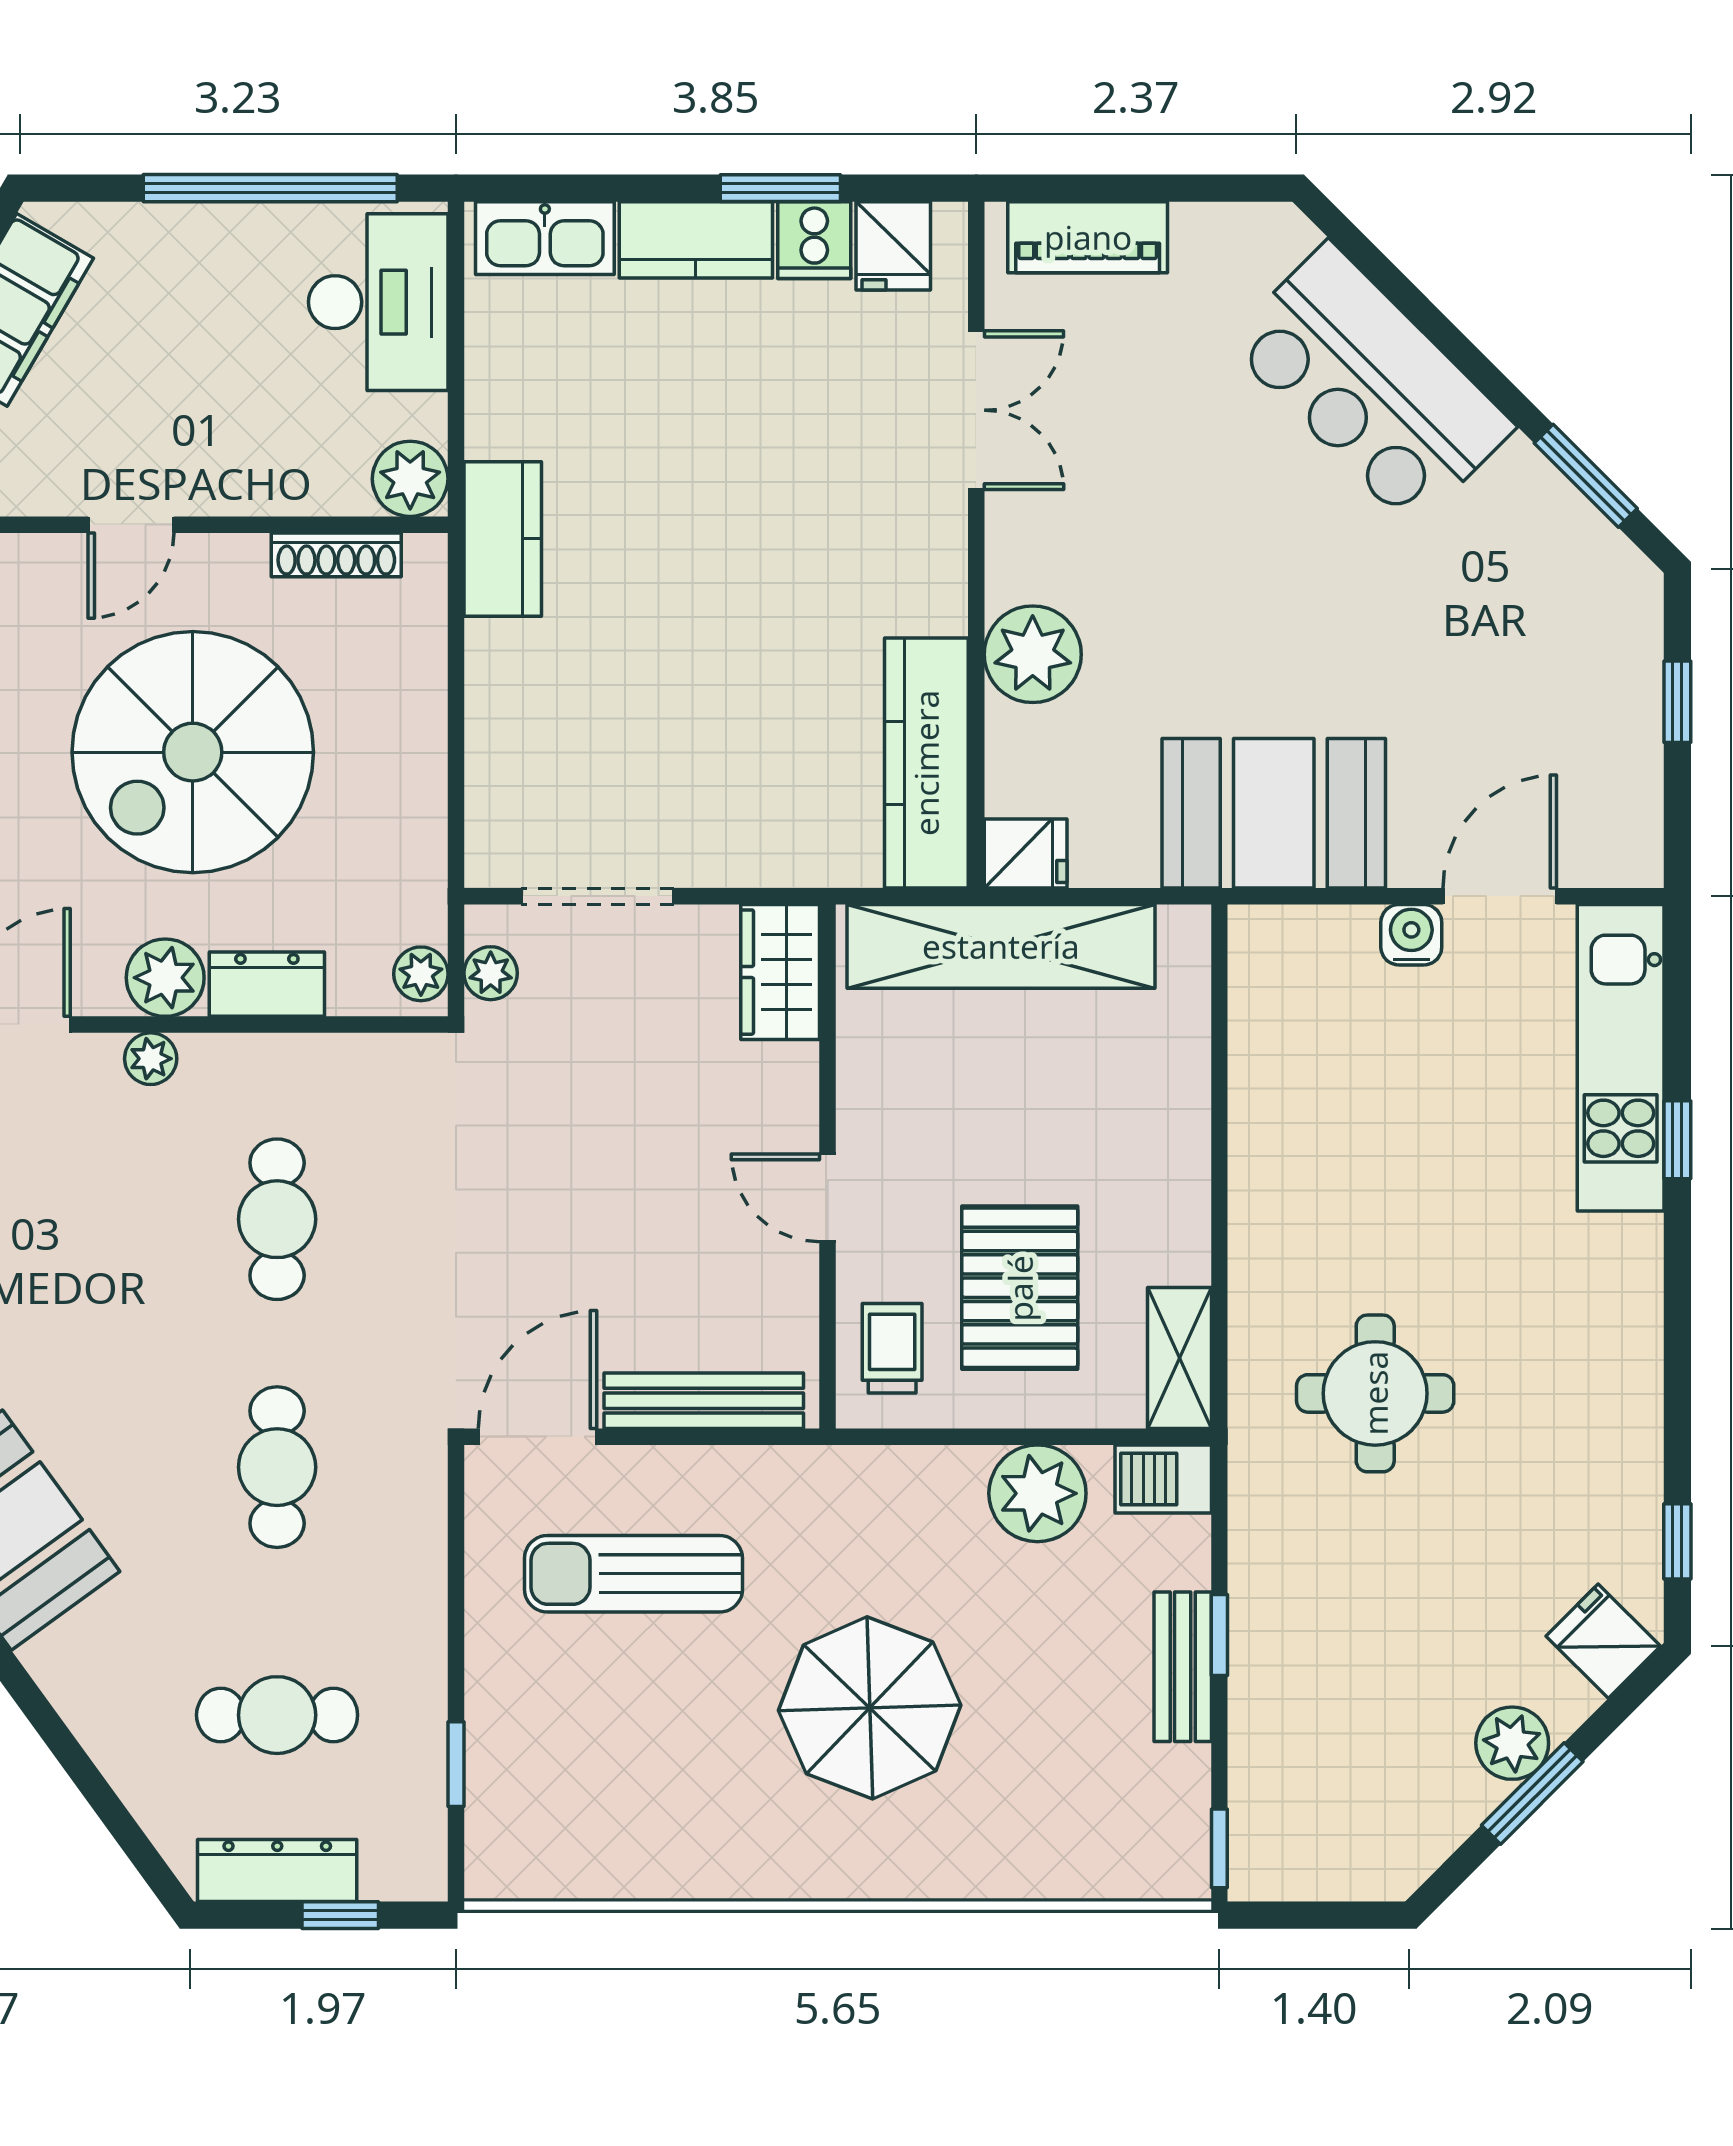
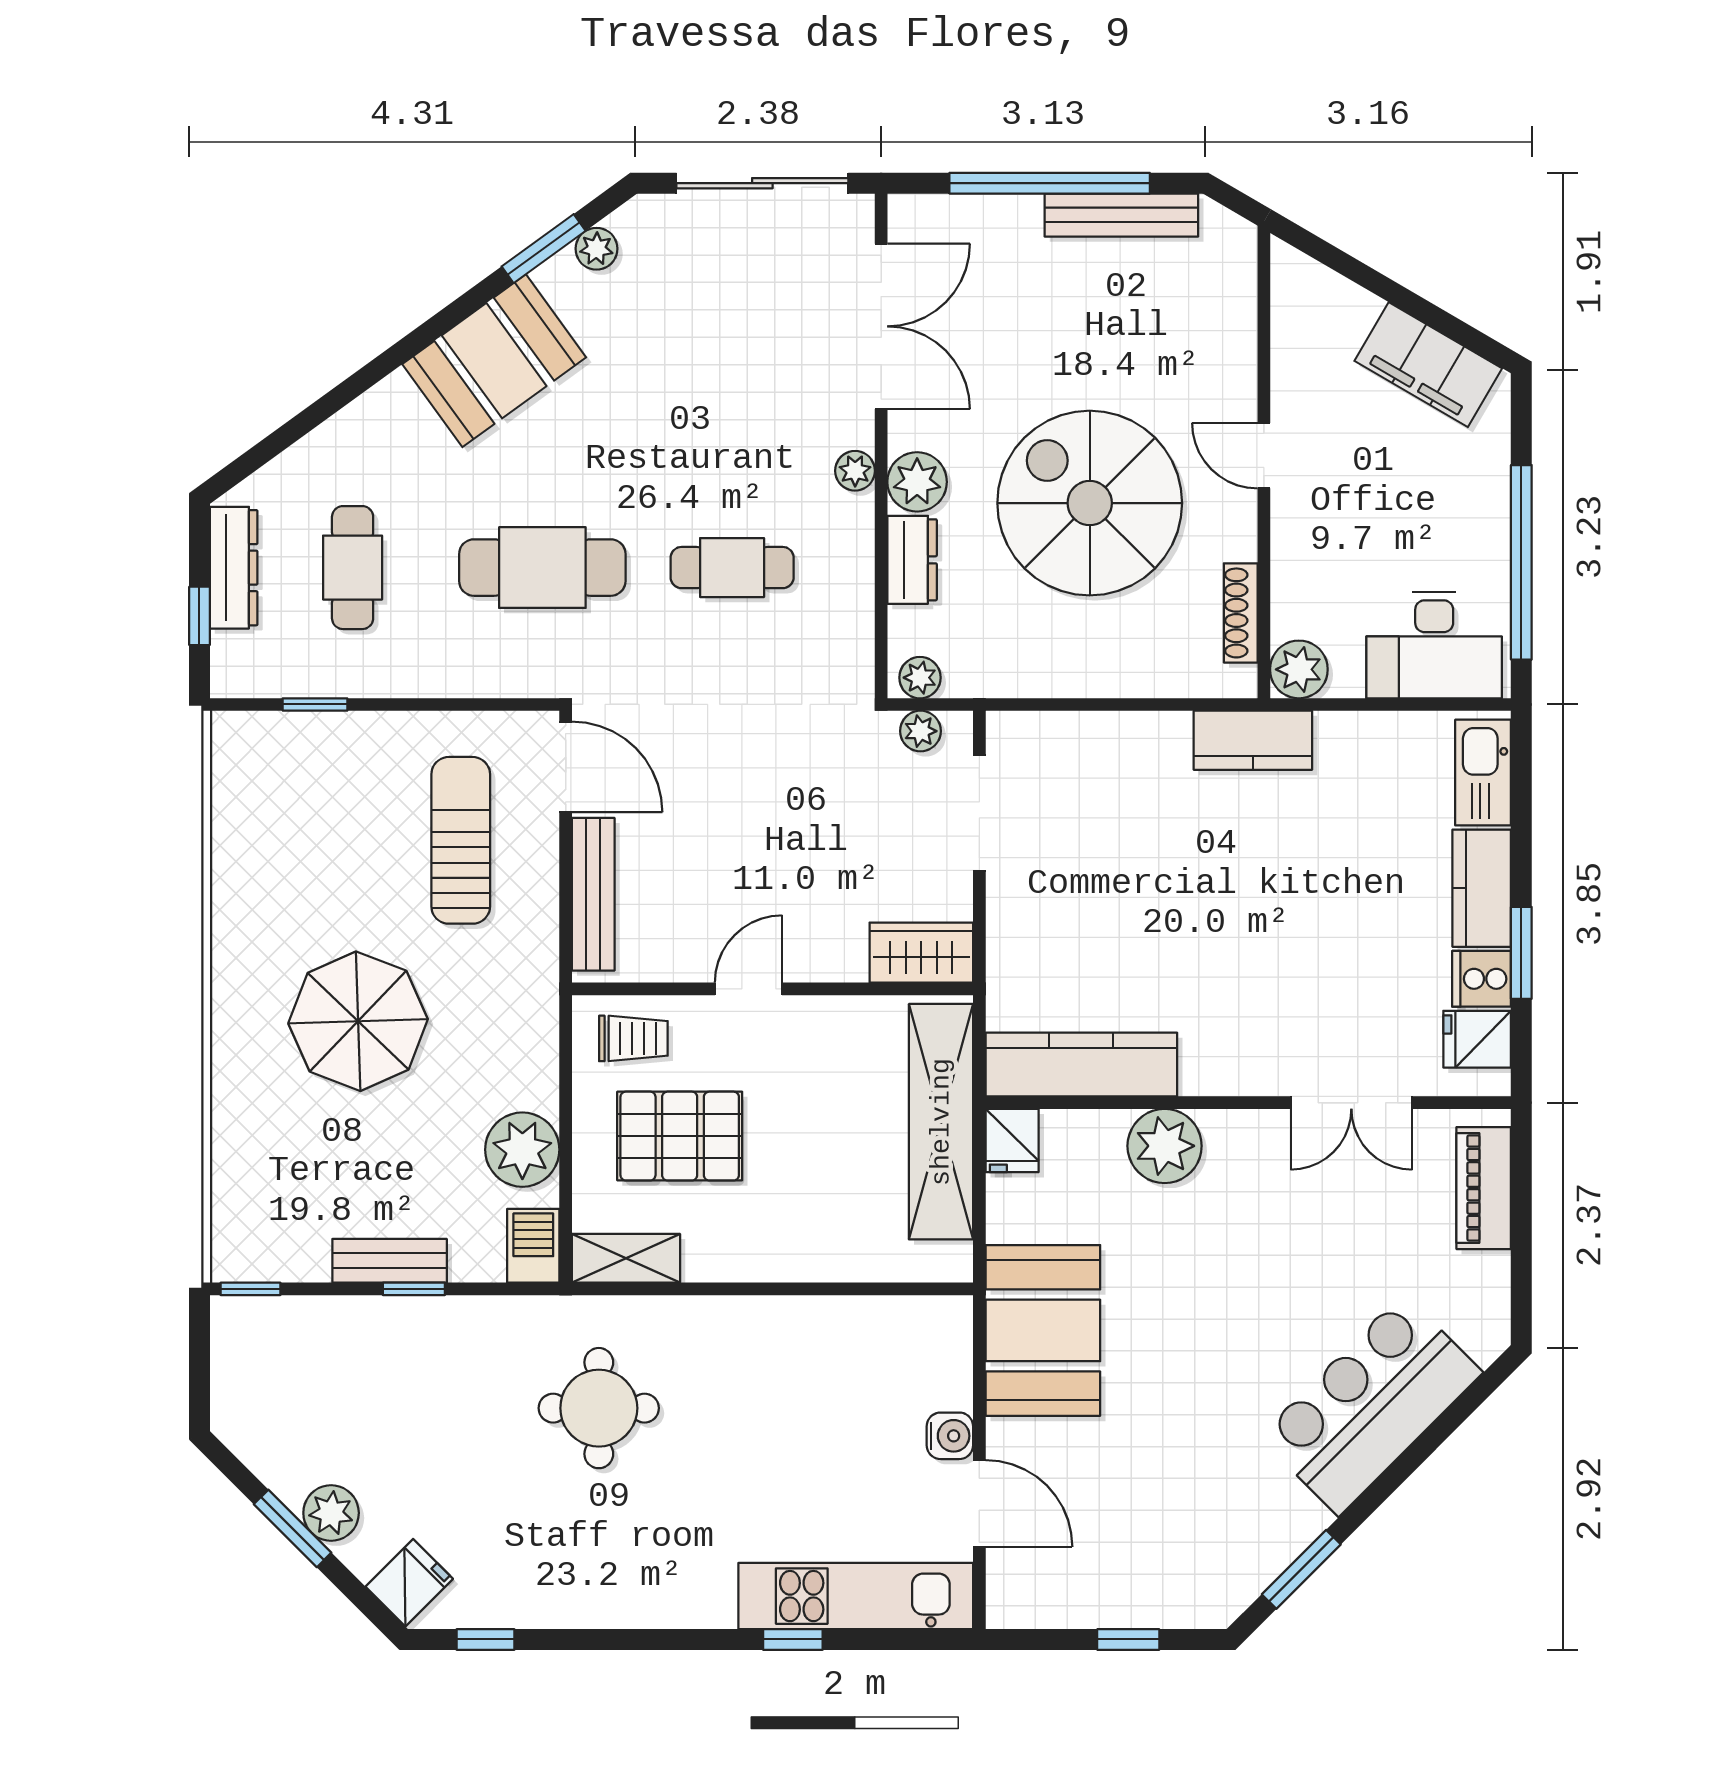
cafe table: (277, 1467) -> (542, 568), width x1.37, depth x1.35

